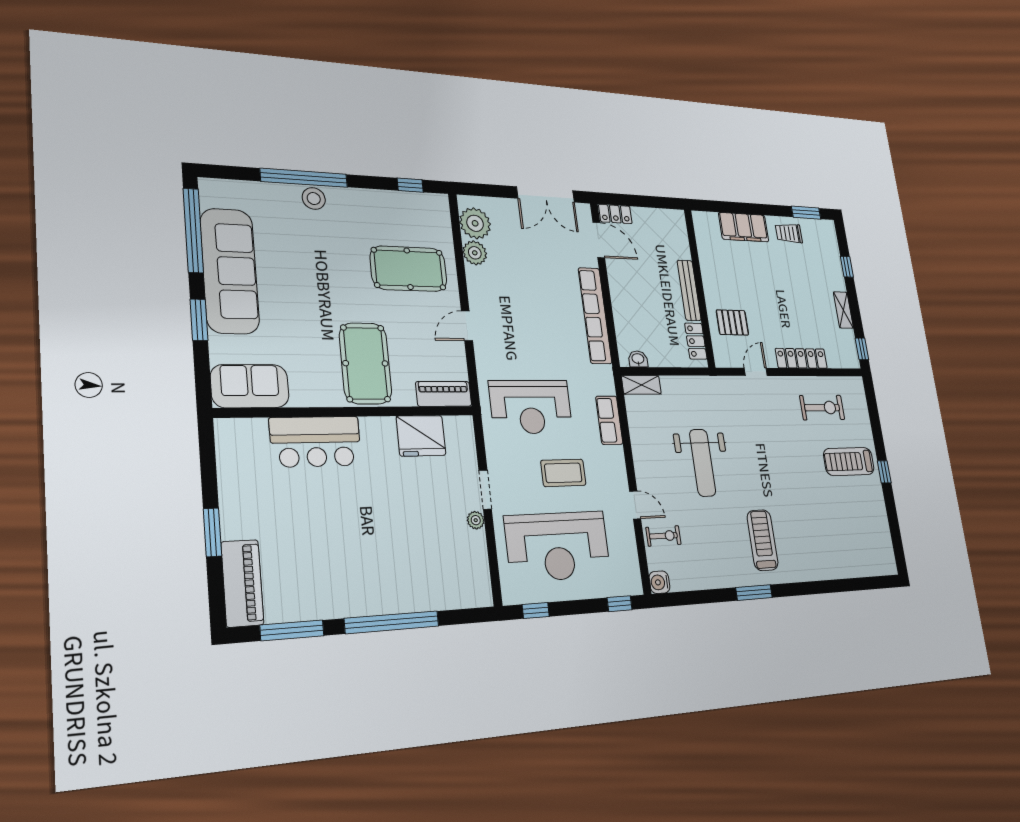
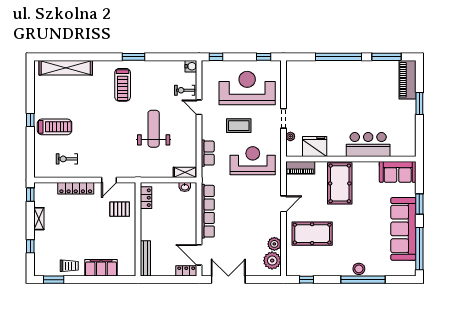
bench: (689, 290) -> (145, 258), moved
exercise bike: (822, 408) -> (67, 159), width x0.73, depth x0.72
plant: (476, 520) -> (290, 136), moved
shelving: (851, 565) -> (66, 68), added

